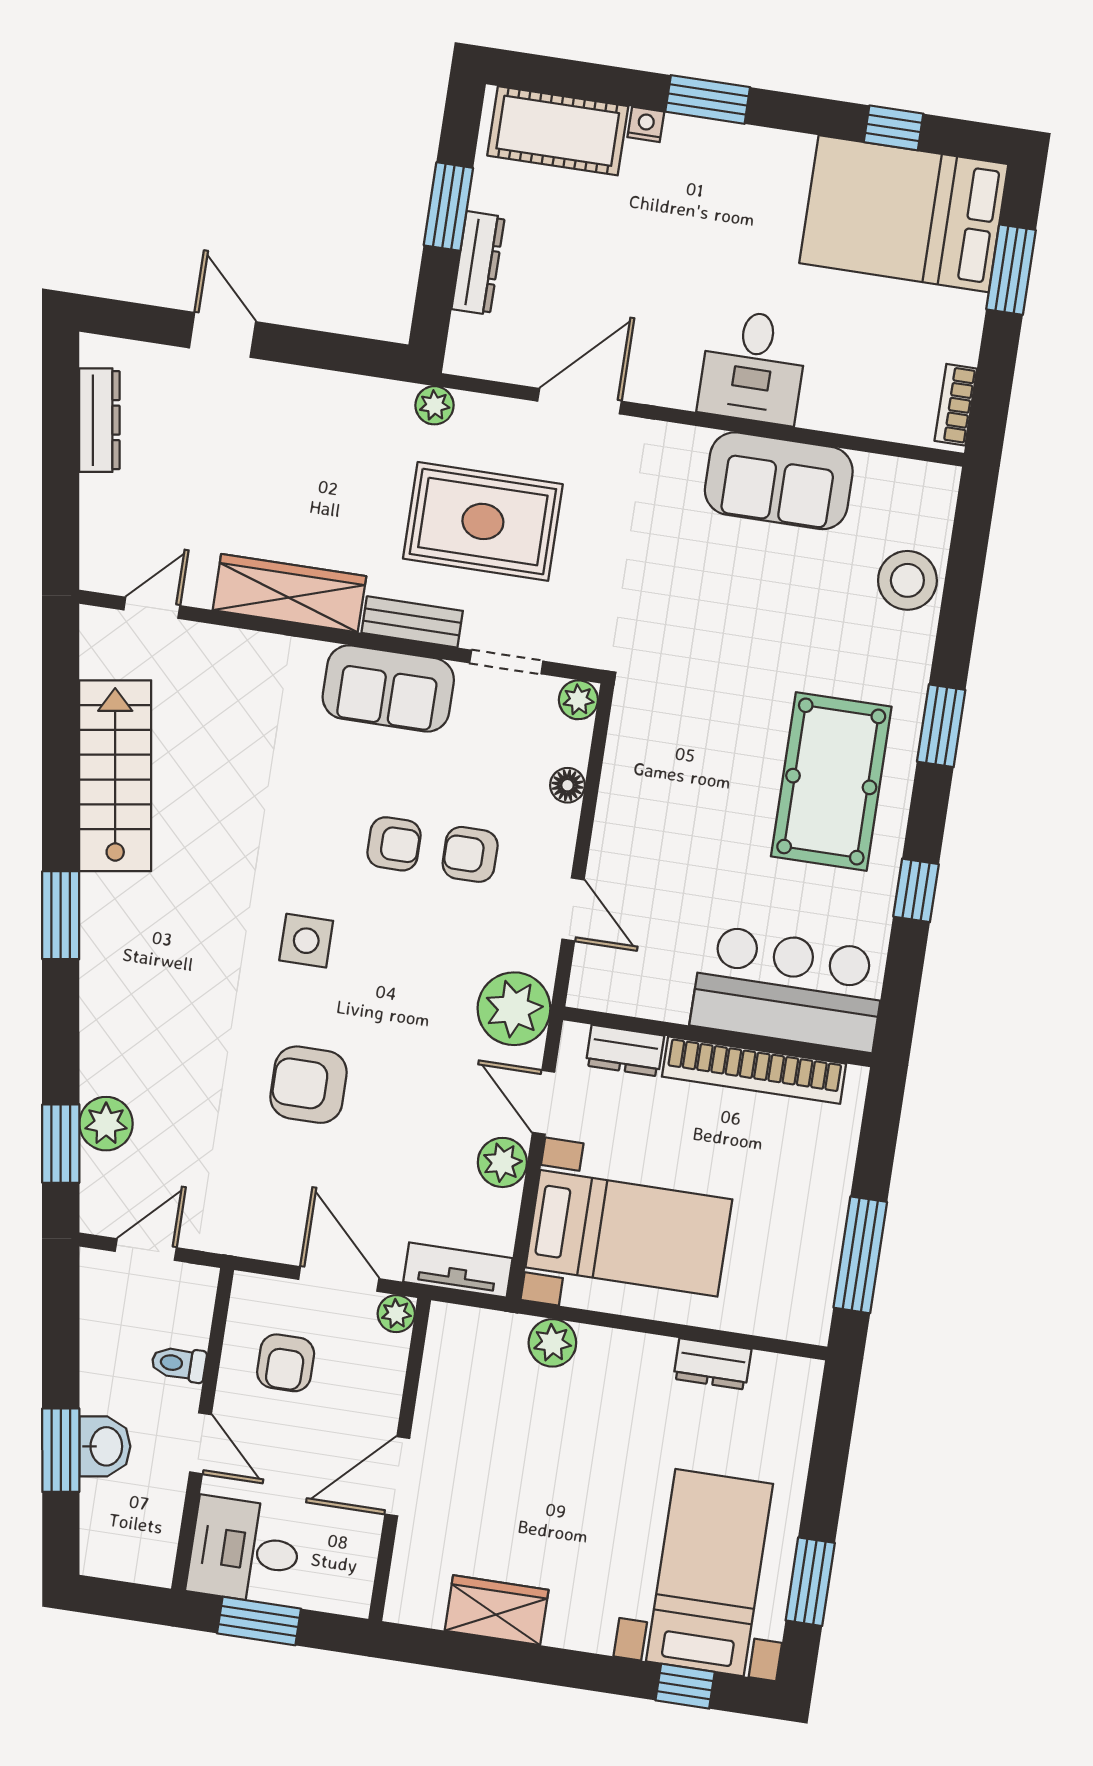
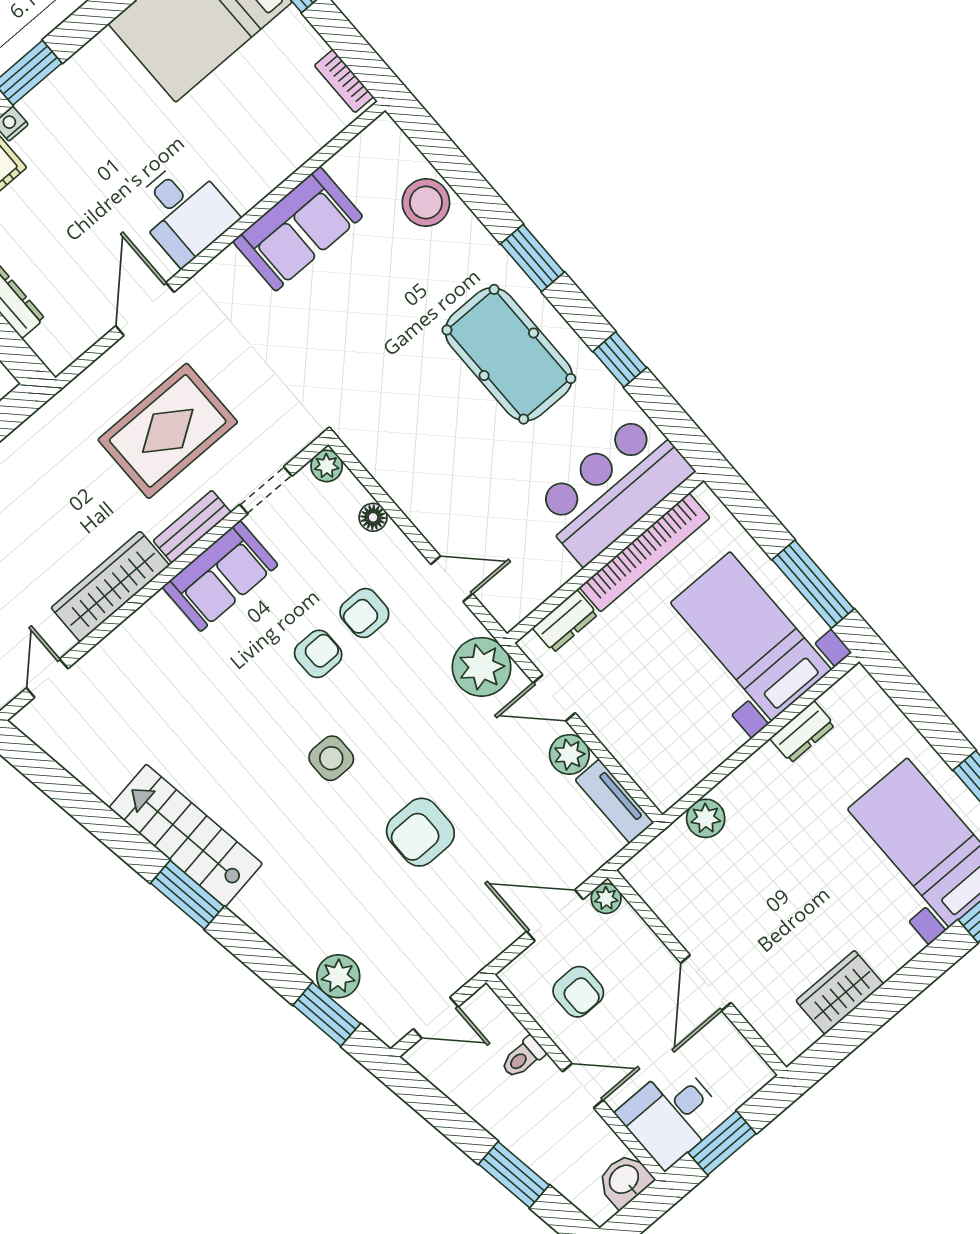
desk: (753, 367) -> (184, 212), moved
plant: (434, 405) -> (72, 400), removed
stairs: (115, 776) -> (186, 836), moved
bed with nightstands: (629, 1233) -> (751, 636), moved, turned -90
door: (146, 1250) -> (436, 1018), swing flipped
tv unit: (458, 1270) -> (614, 801), moved, turned -90
washbasin: (105, 1446) -> (625, 1180), moved, turned -81

